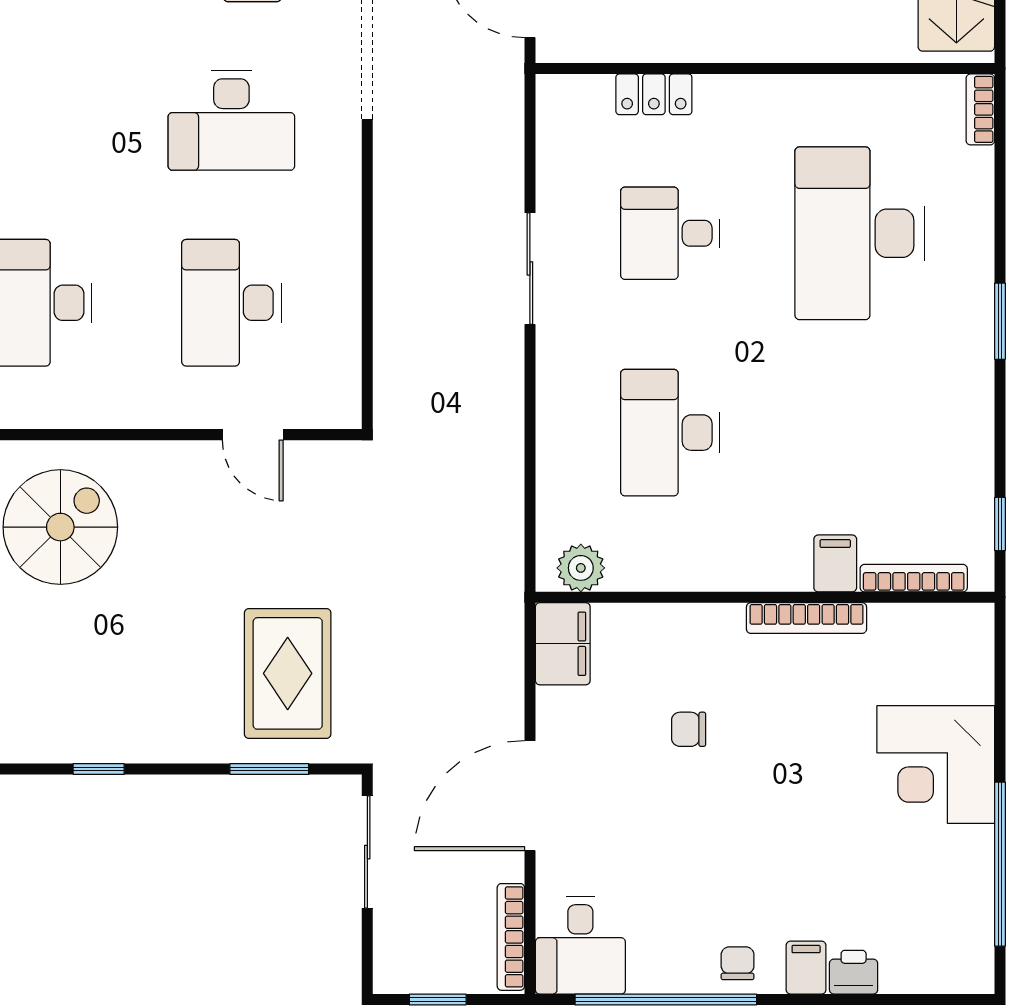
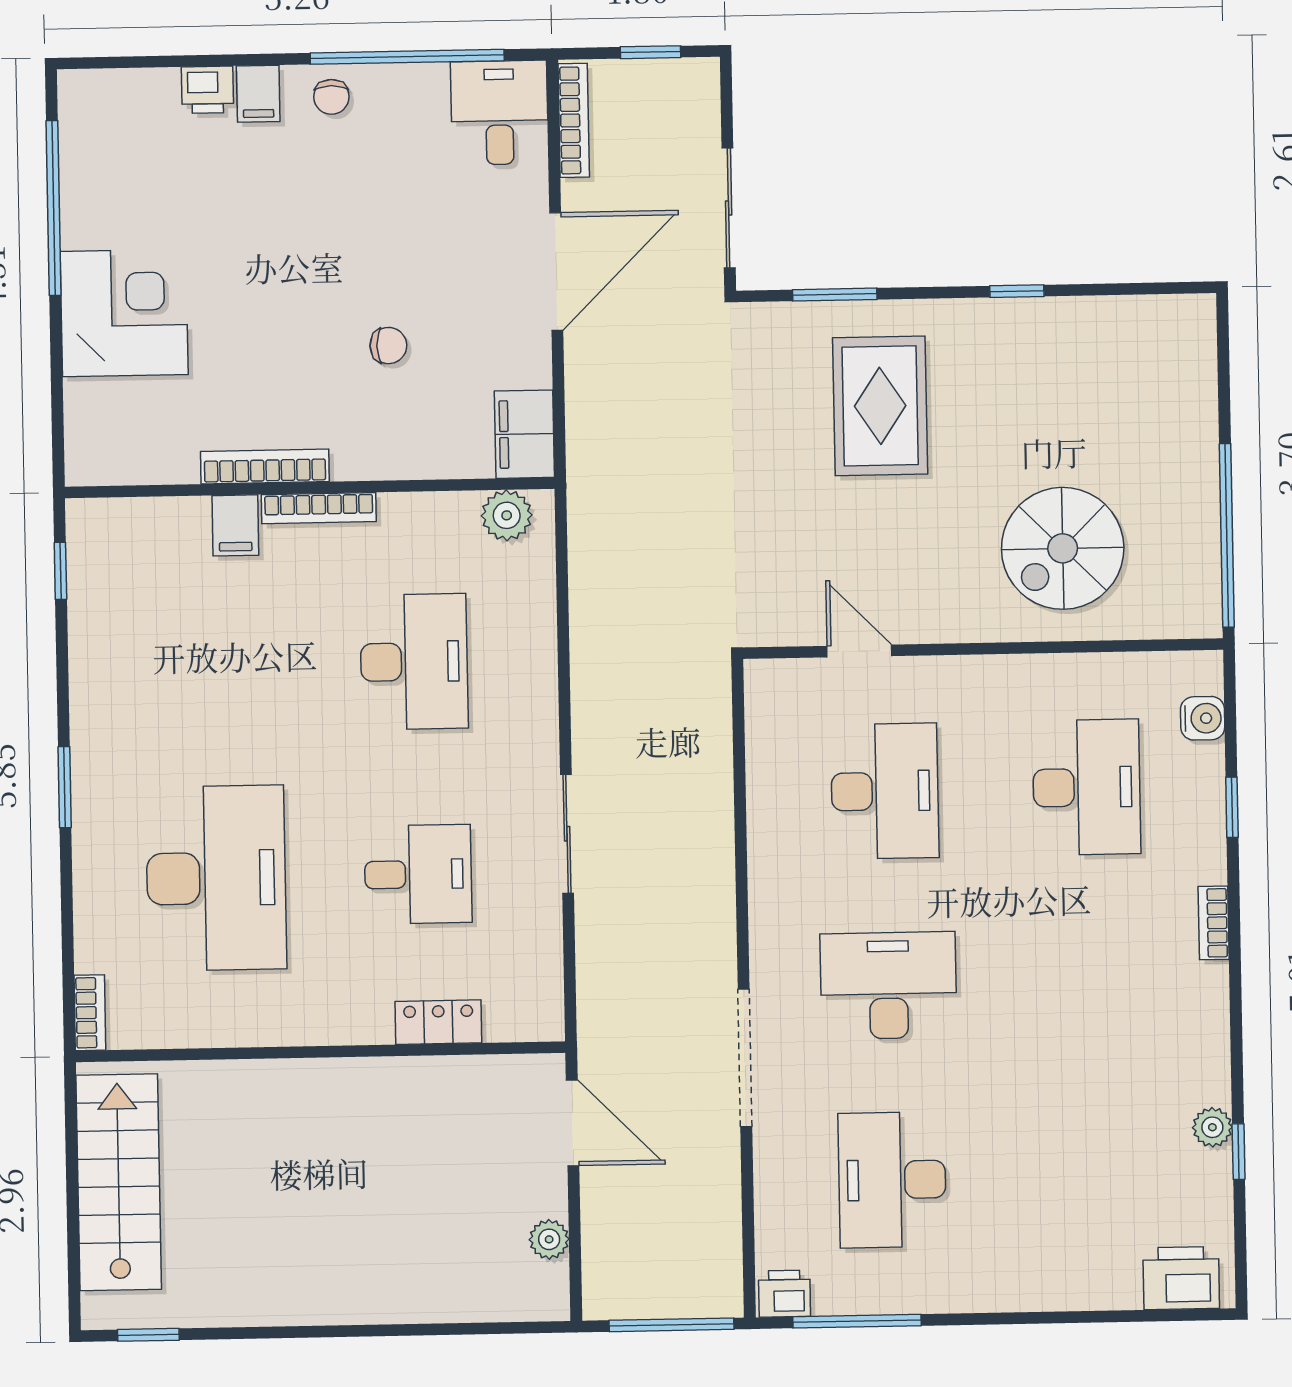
bookcase: (914, 578) -> (319, 508), moved
rug: (288, 673) -> (880, 406), moved

